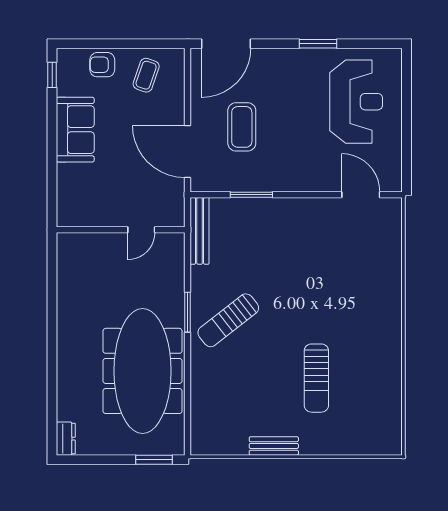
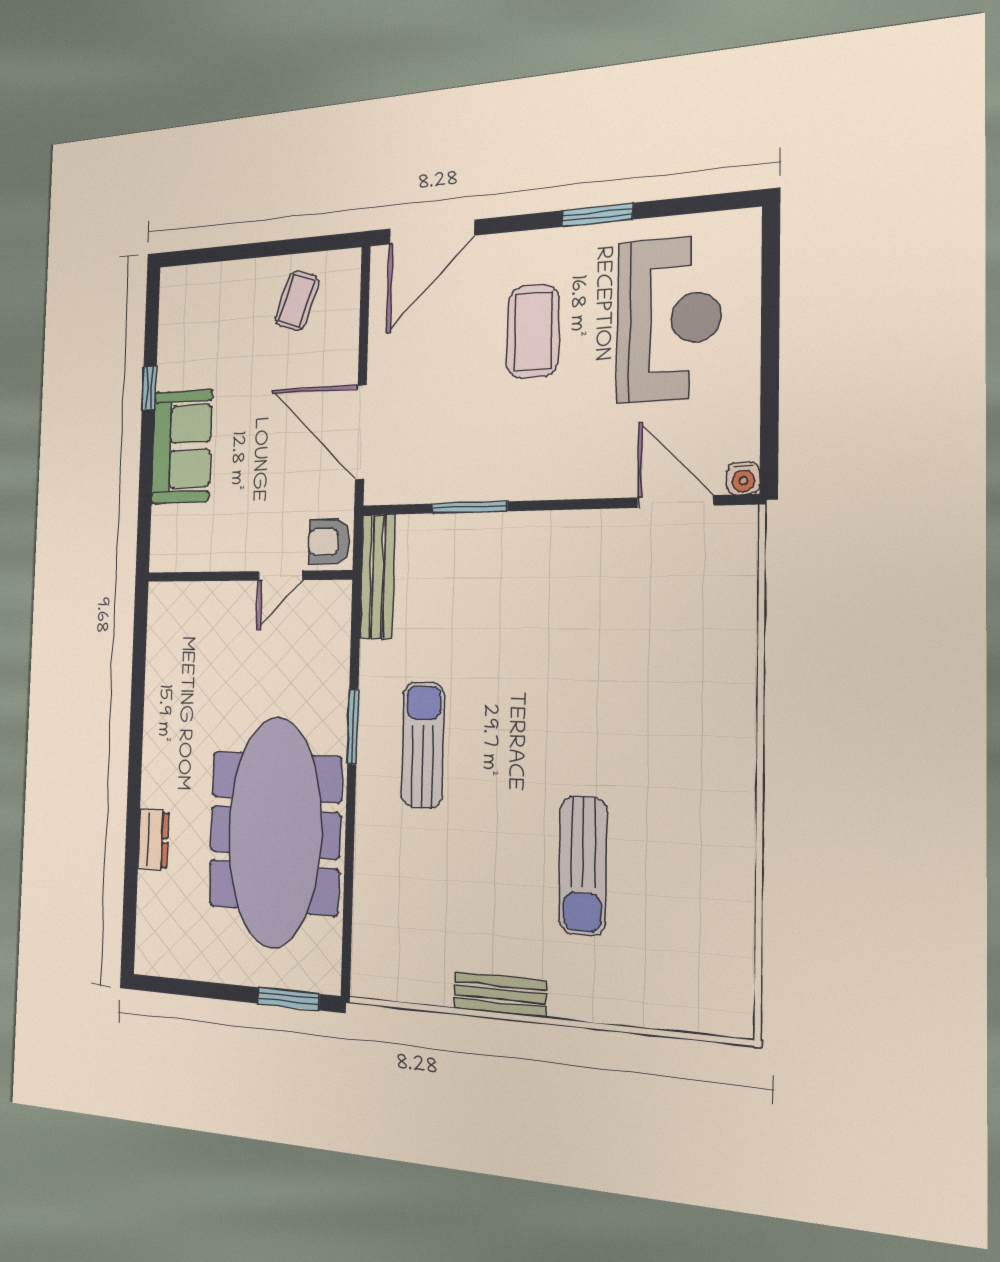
armchair: (102, 65) -> (329, 542), moved
window: (52, 75) -> (149, 388), moved
coffee table: (242, 127) -> (533, 332), moved
sofa: (75, 130) -> (182, 447), moved
water cooler: (394, 184) -> (743, 478), added
sun lounger: (228, 320) -> (423, 745), turned 128
dresser: (66, 439) -> (153, 840), moved

